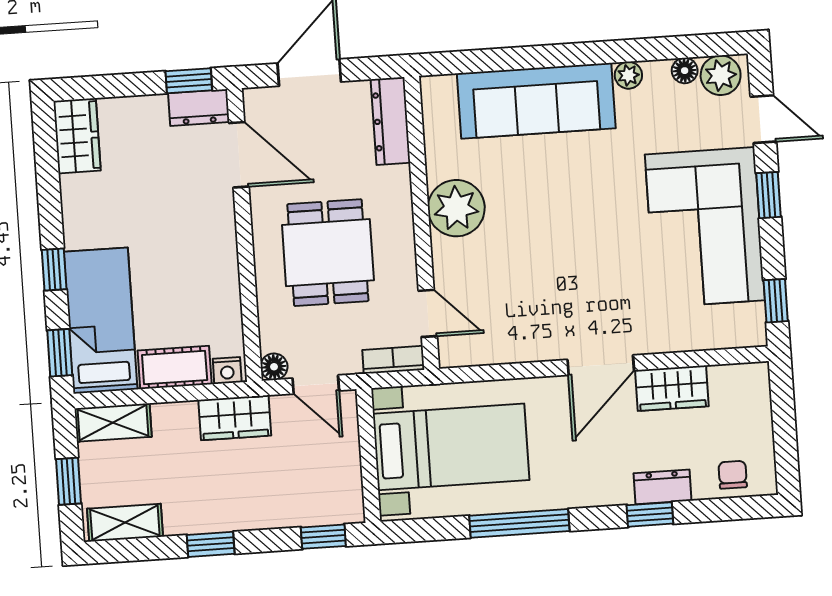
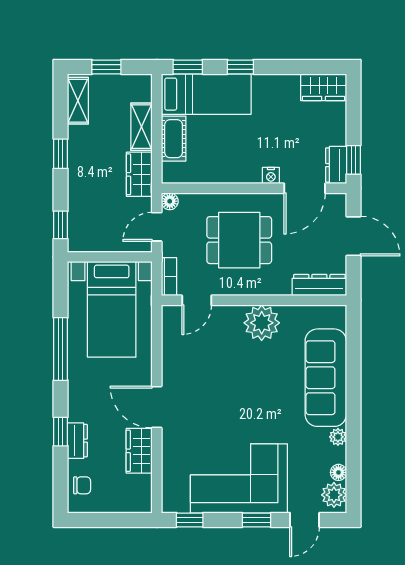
nightstand: (227, 370) -> (271, 176), moved, turned -90
shelving: (113, 423) -> (141, 127), moved

